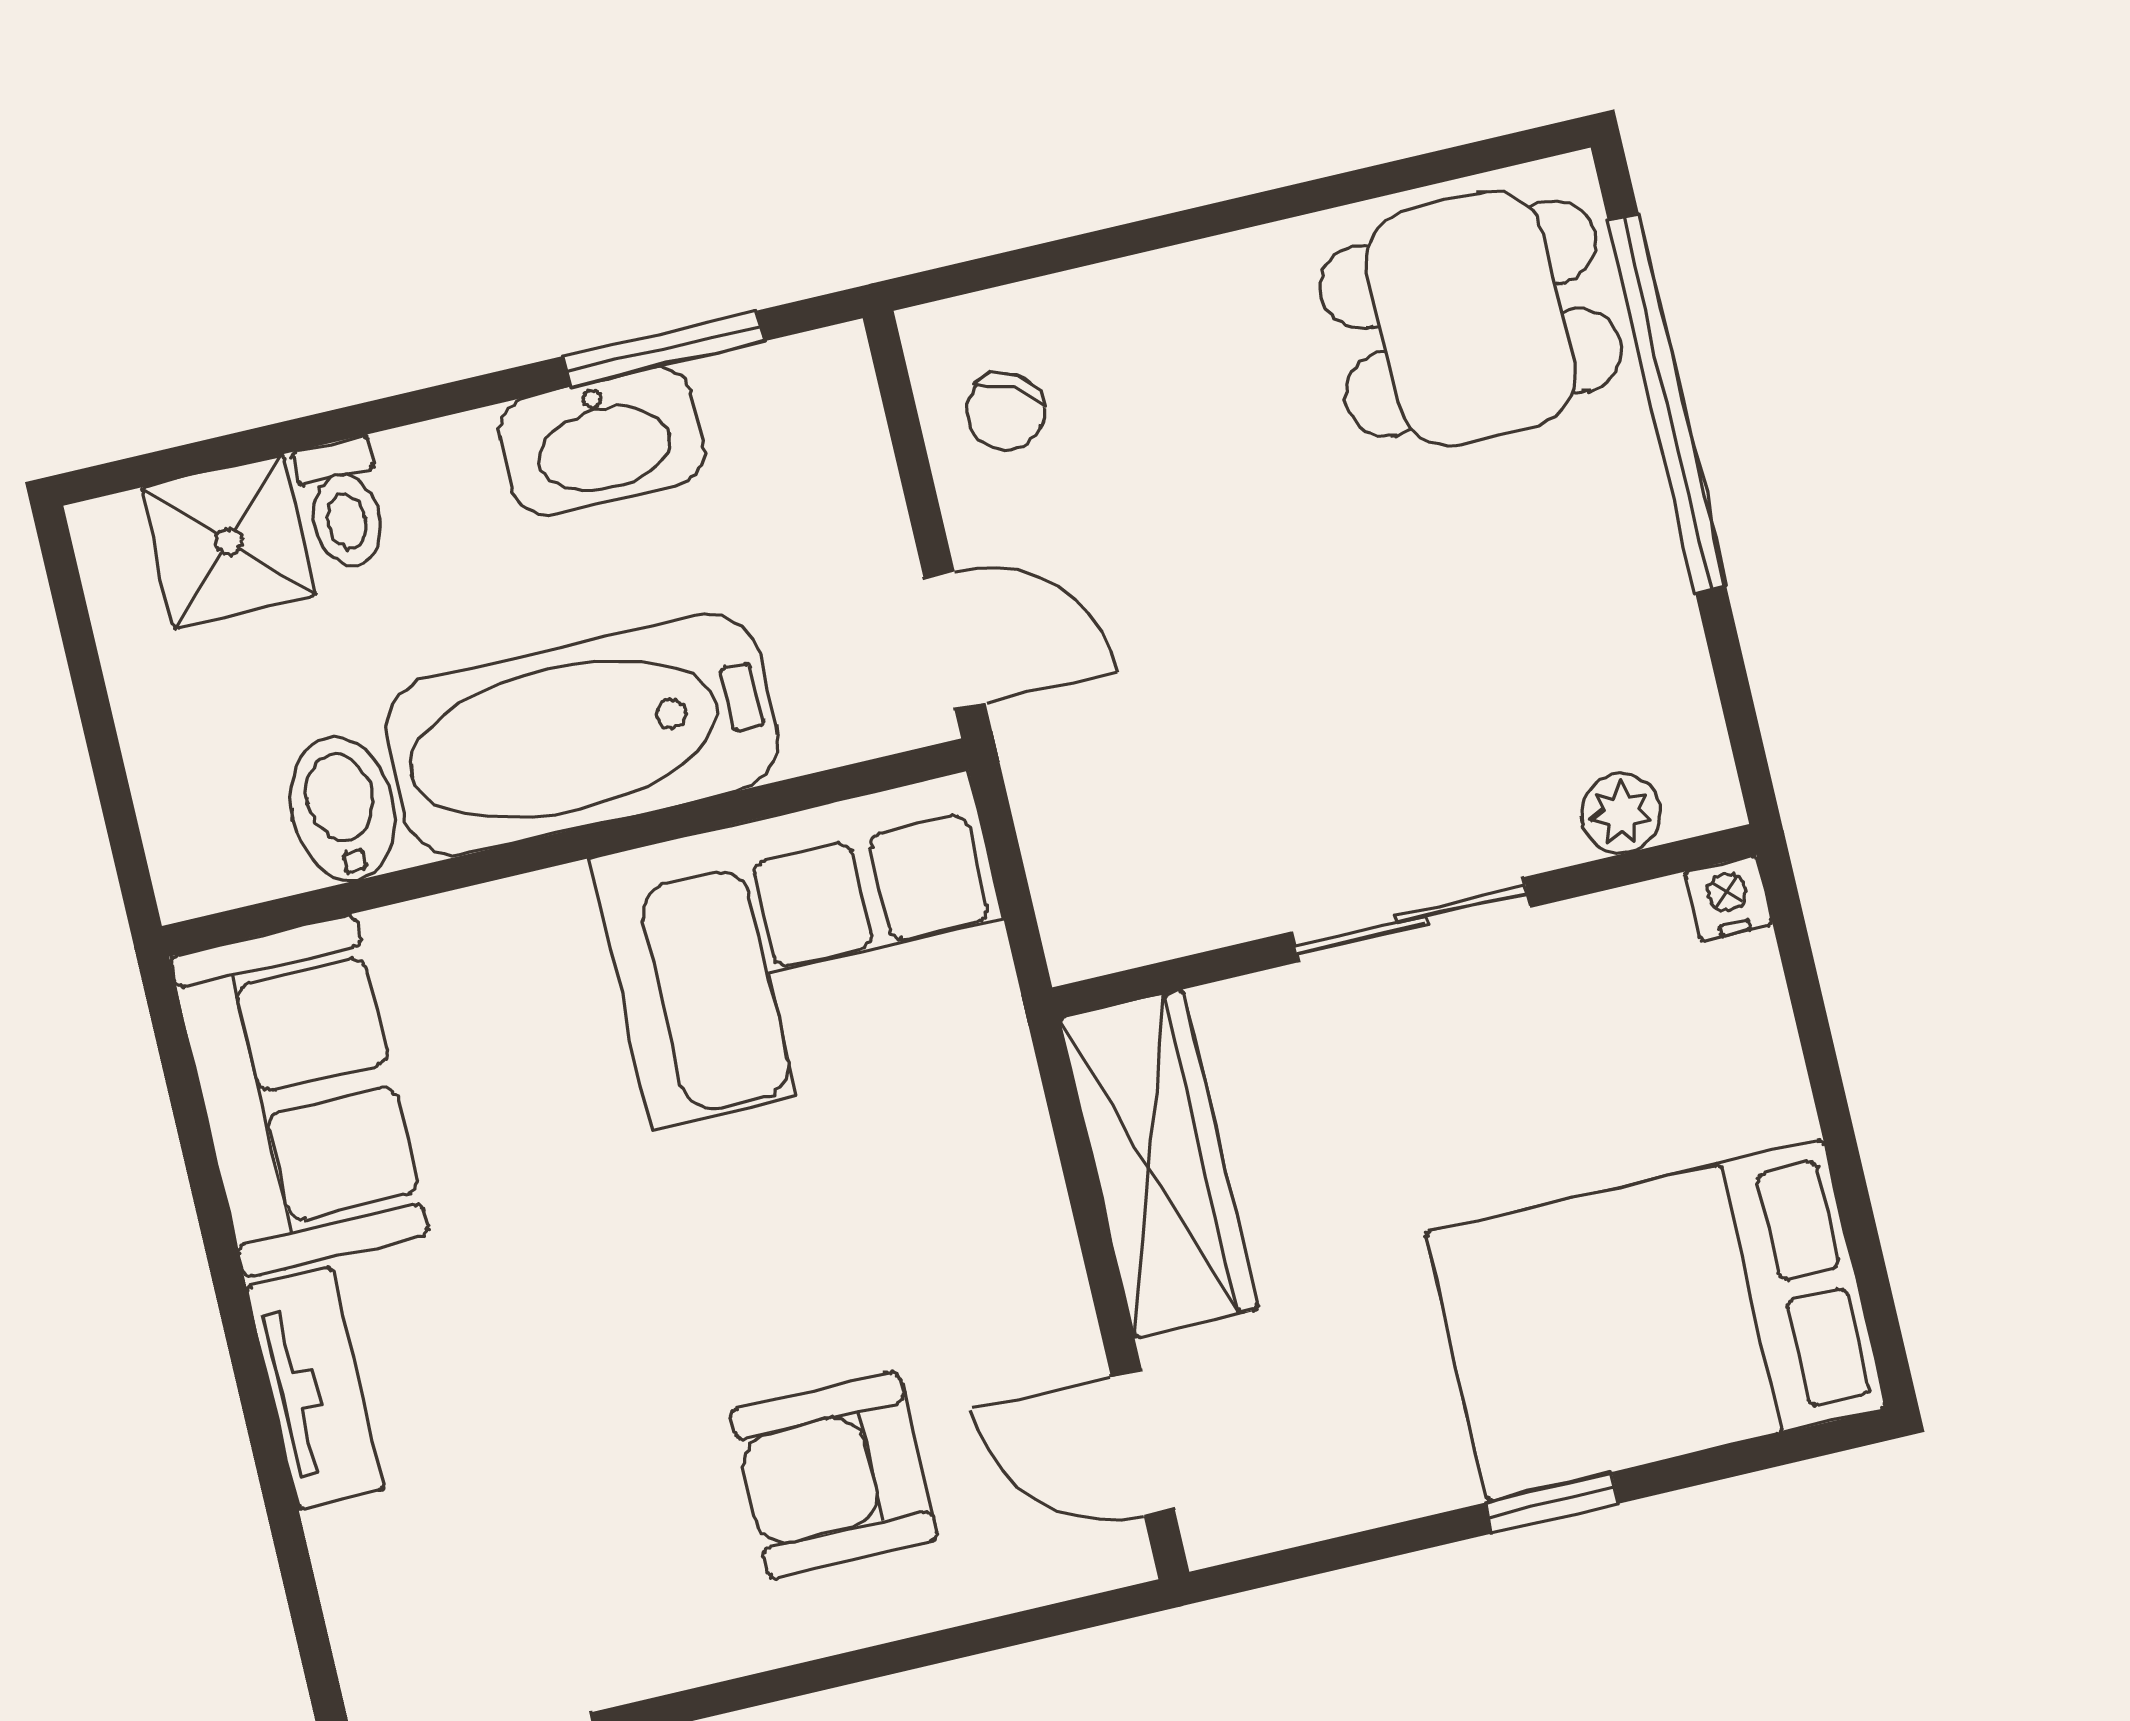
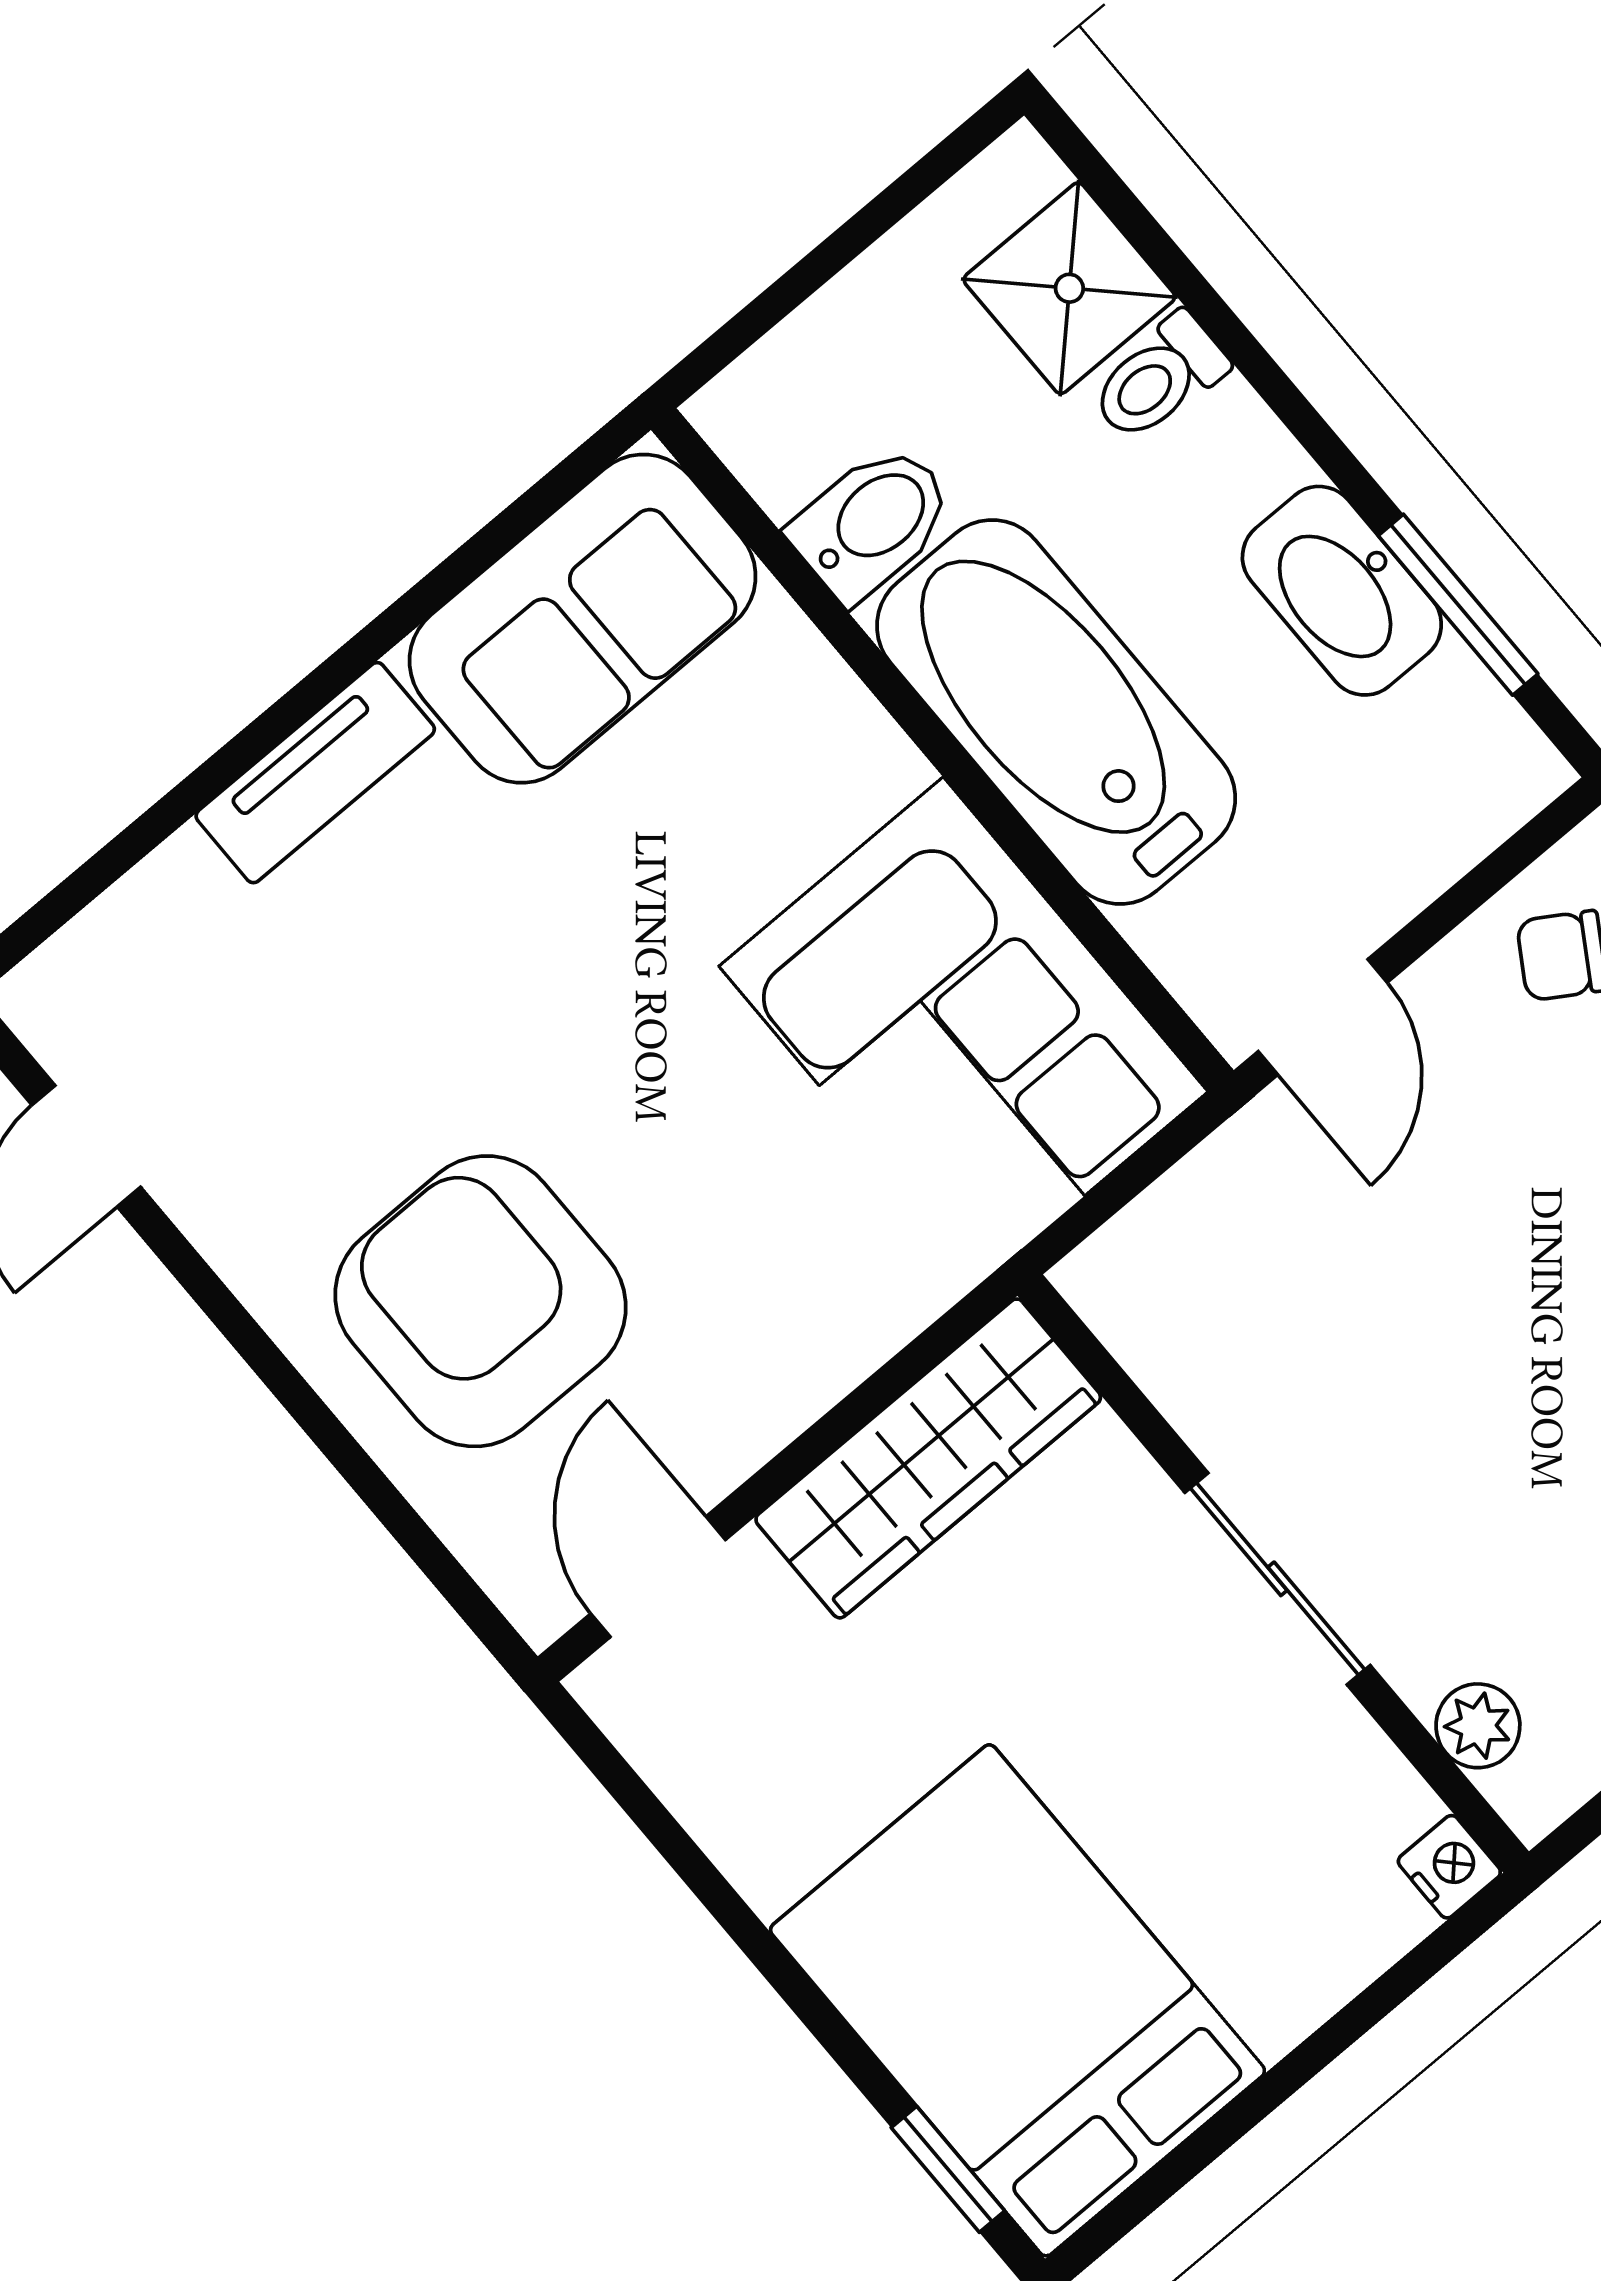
armchair: (833, 1475) -> (481, 1301), width x1.36, depth x1.36
window: (1552, 1503) -> (948, 2169), moved

